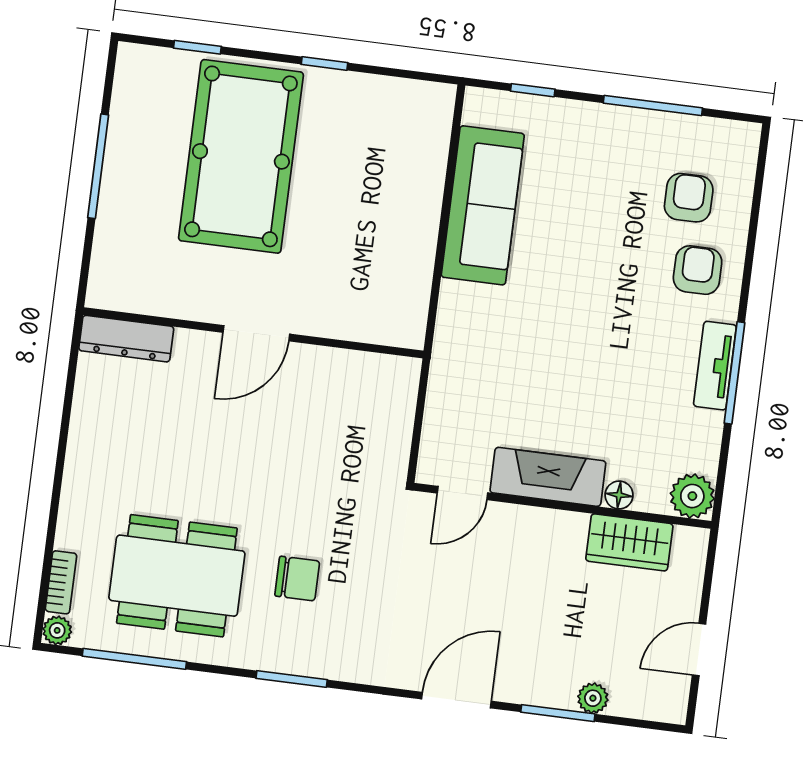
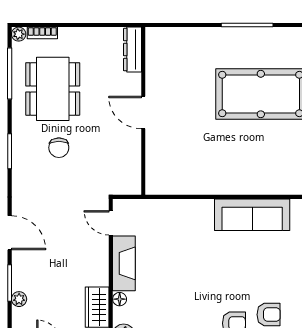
wall: (253, 333) -> (143, 111), moved
door: (256, 333) -> (143, 113), moved
dresser: (126, 339) -> (133, 50), moved

